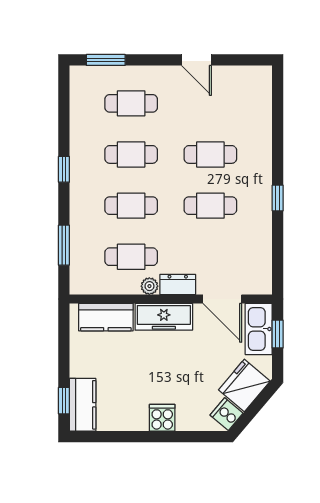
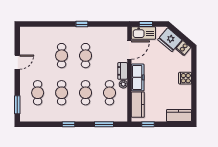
window: (64, 401) -> (148, 124), moved

